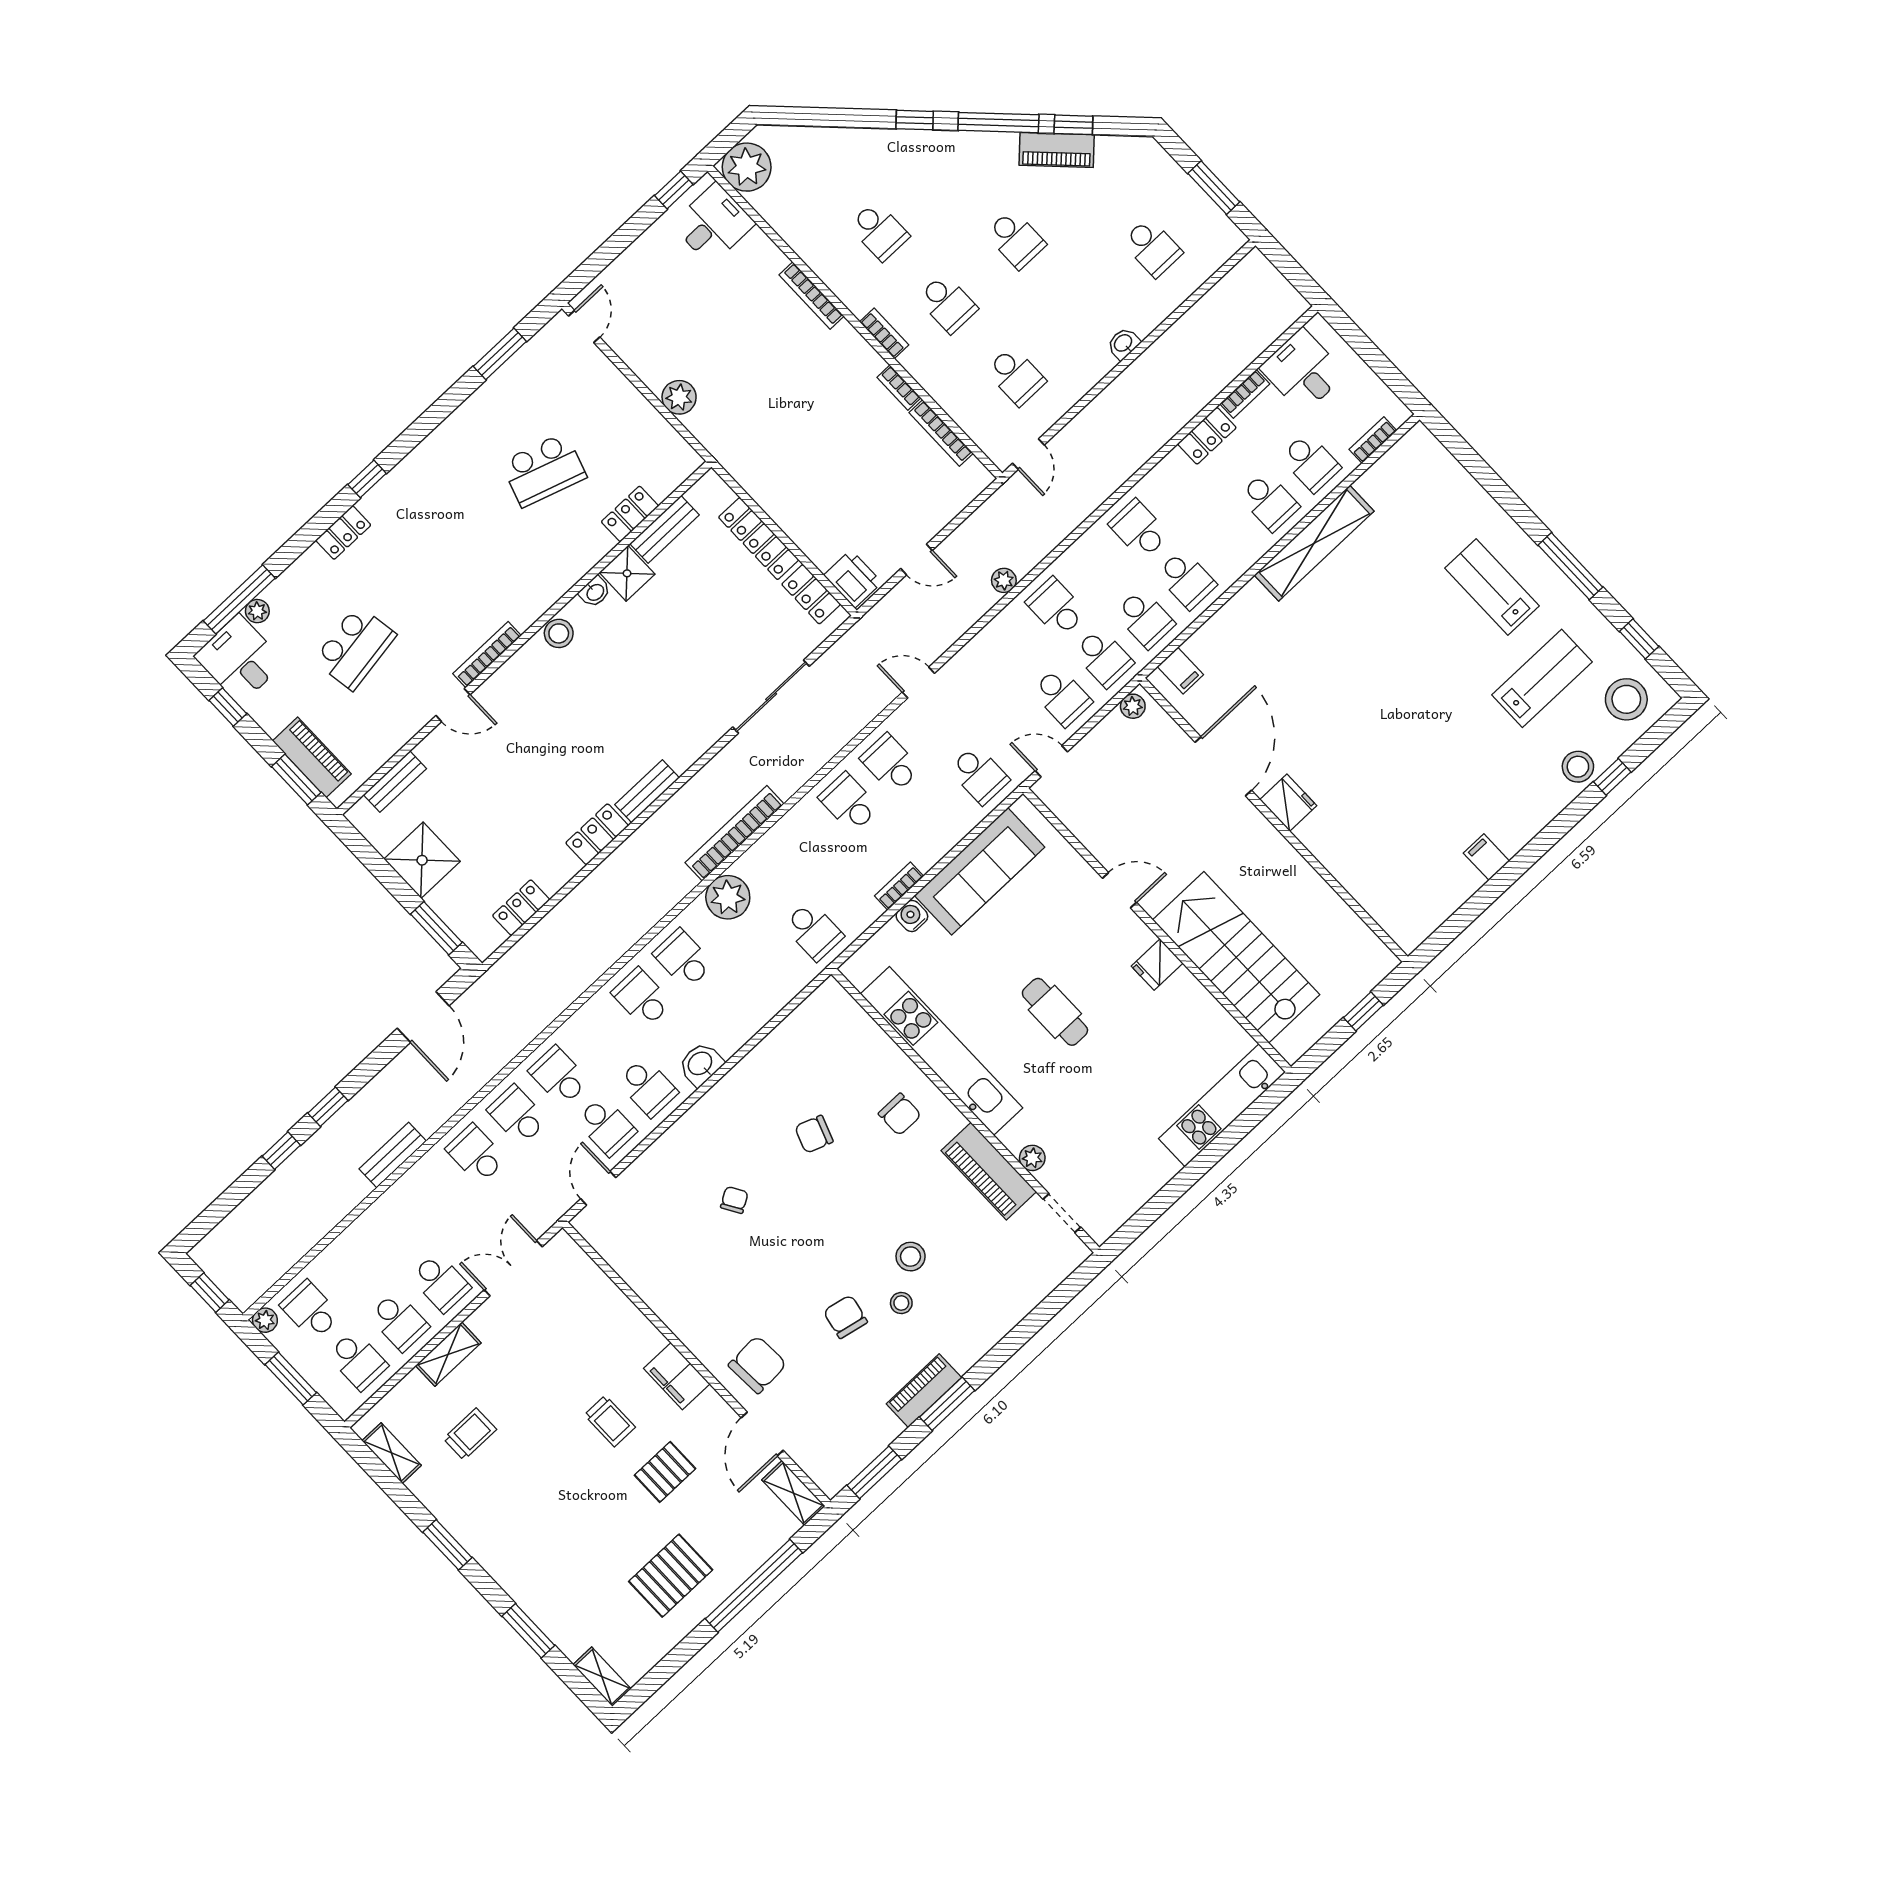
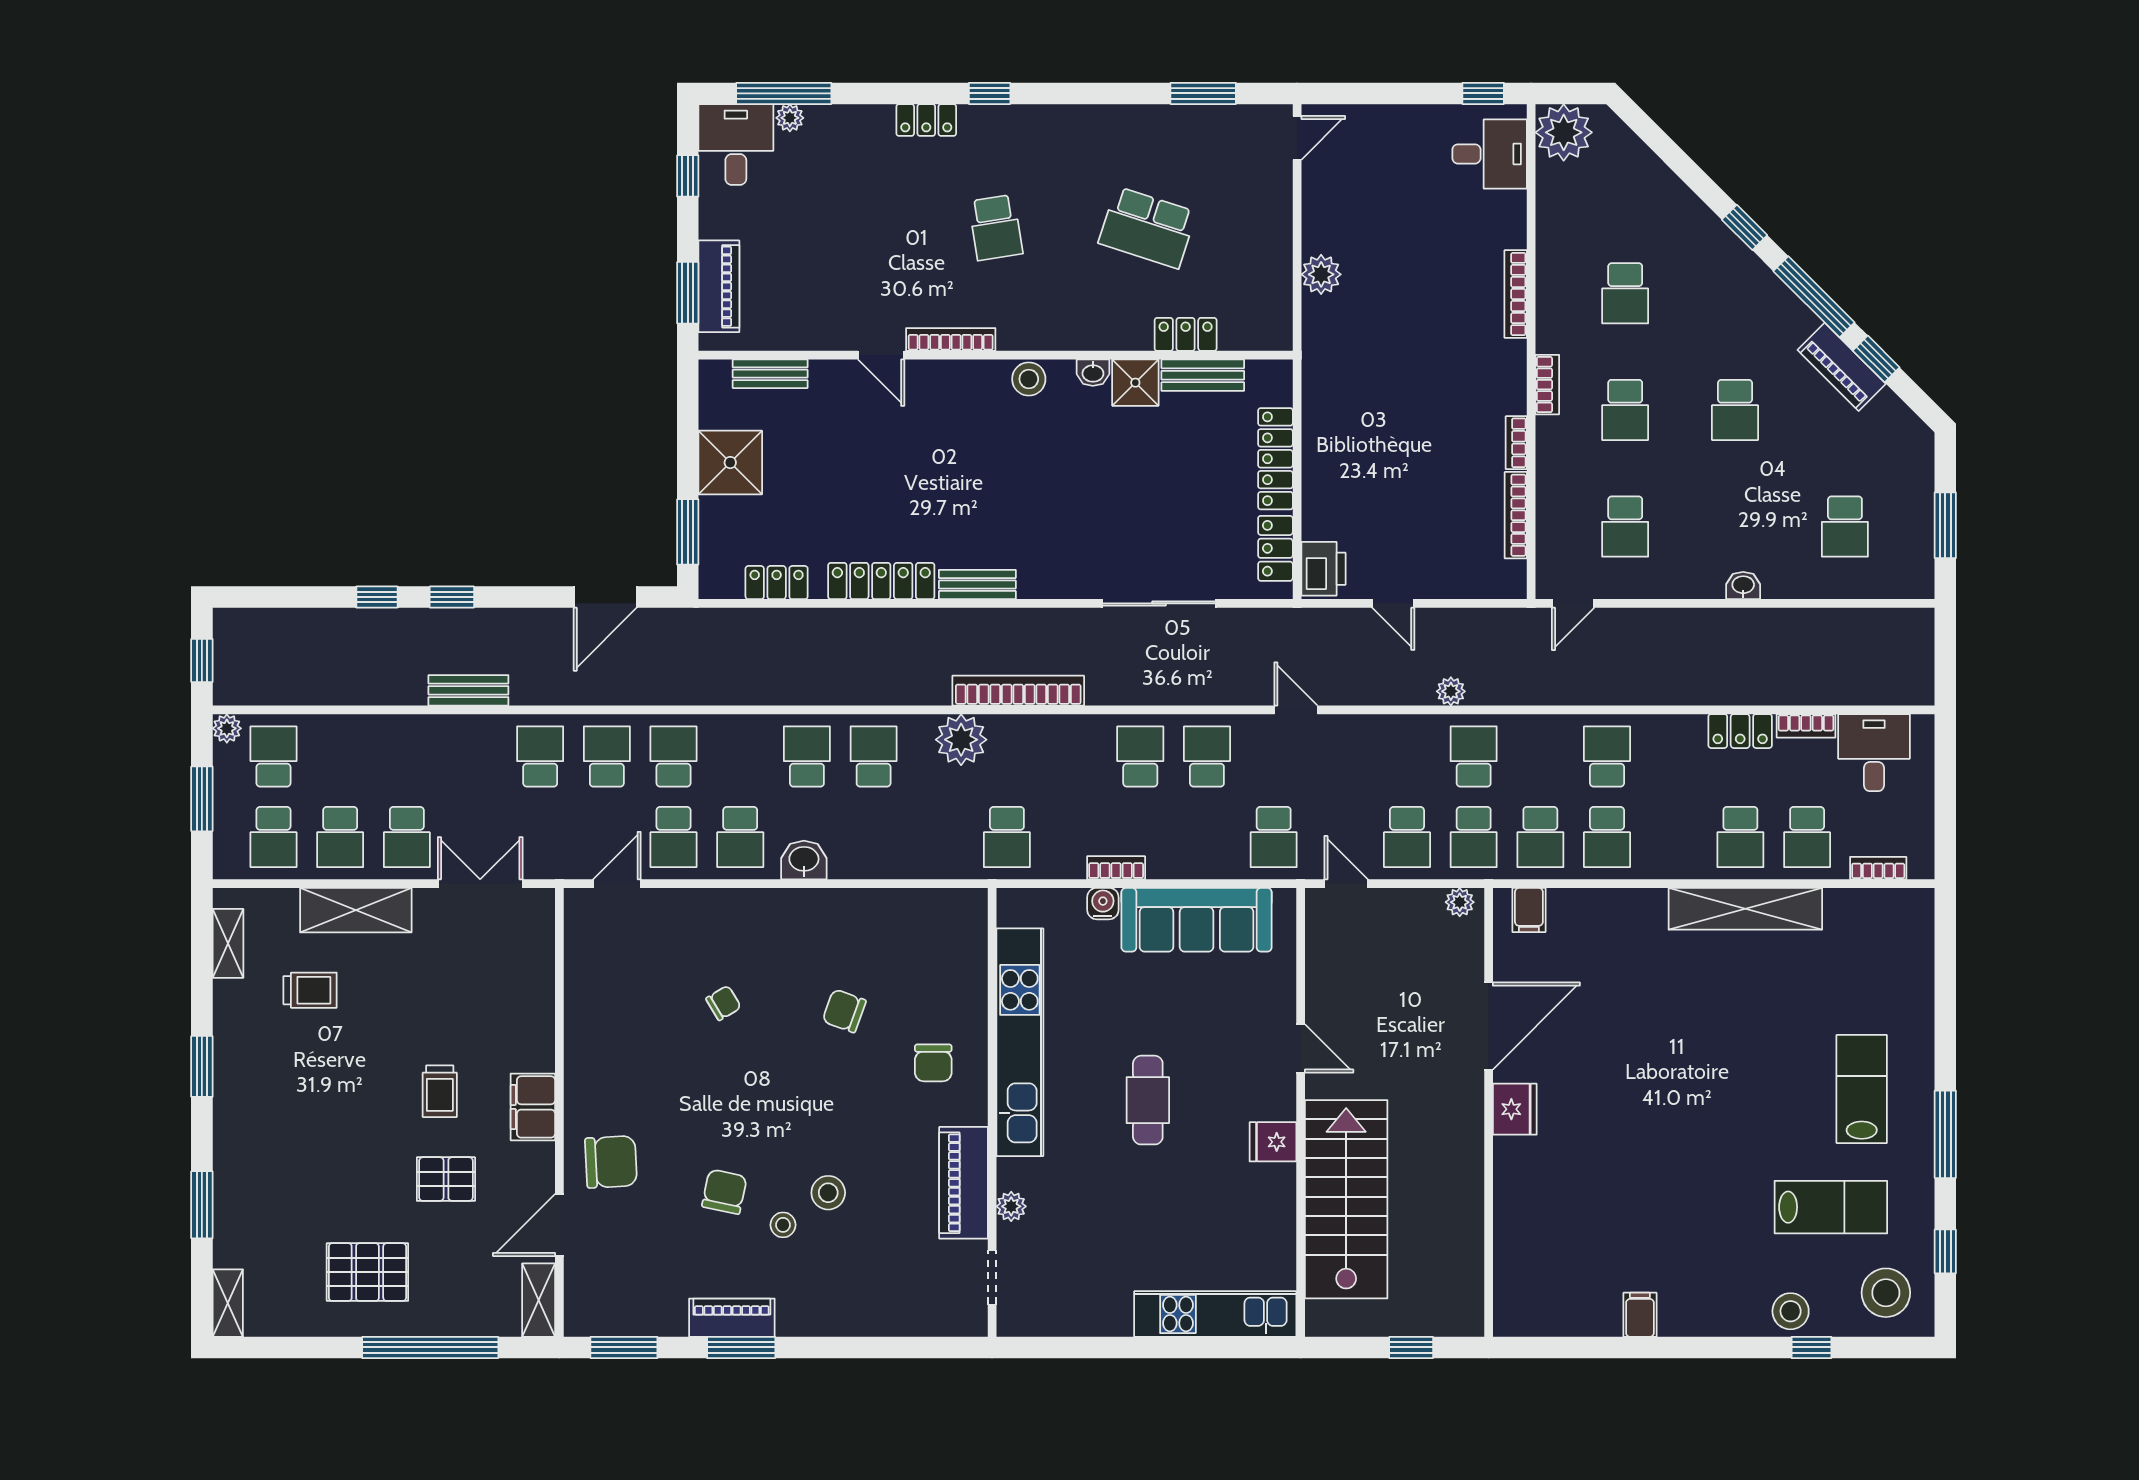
school desk: (355, 648) -> (996, 228), moved, width x0.54
locker: (597, 834) -> (881, 581), width x1.53
shelving: (448, 1354) -> (356, 910), width x1.50, depth x1.33

